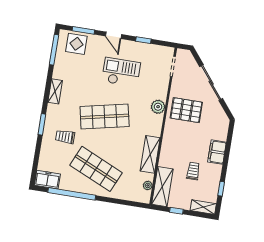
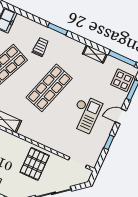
shelving: (55, 91) -> (95, 54), moved
plant: (158, 107) -> (45, 139), removed
shop shelf: (105, 116) -> (49, 88), turned 30

